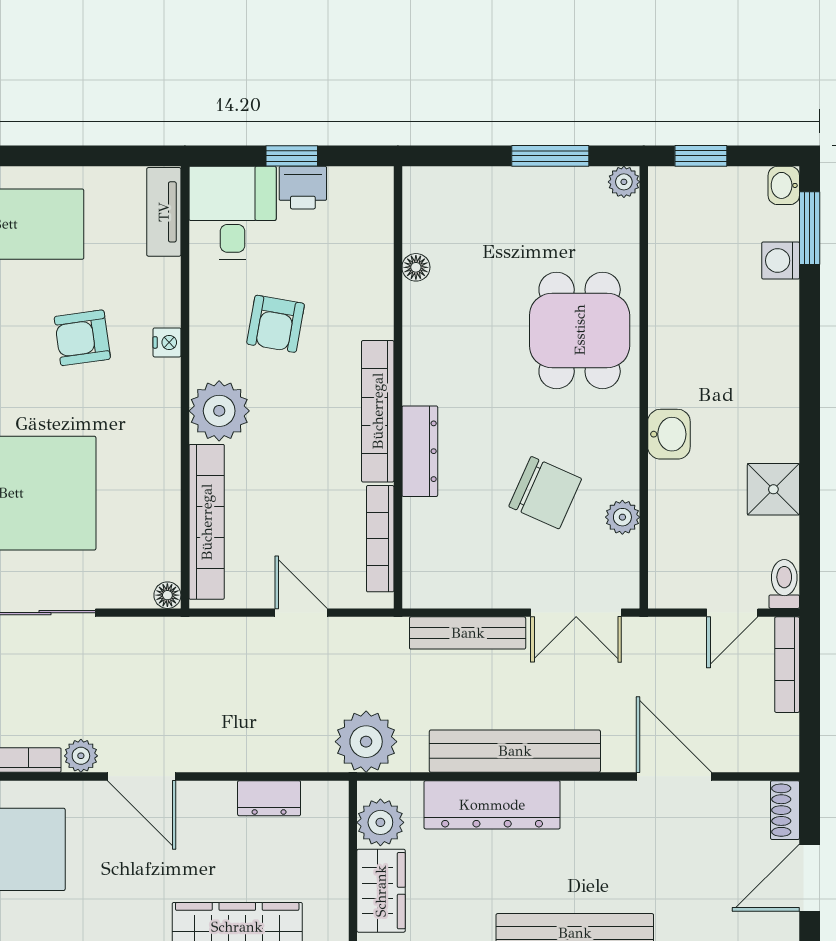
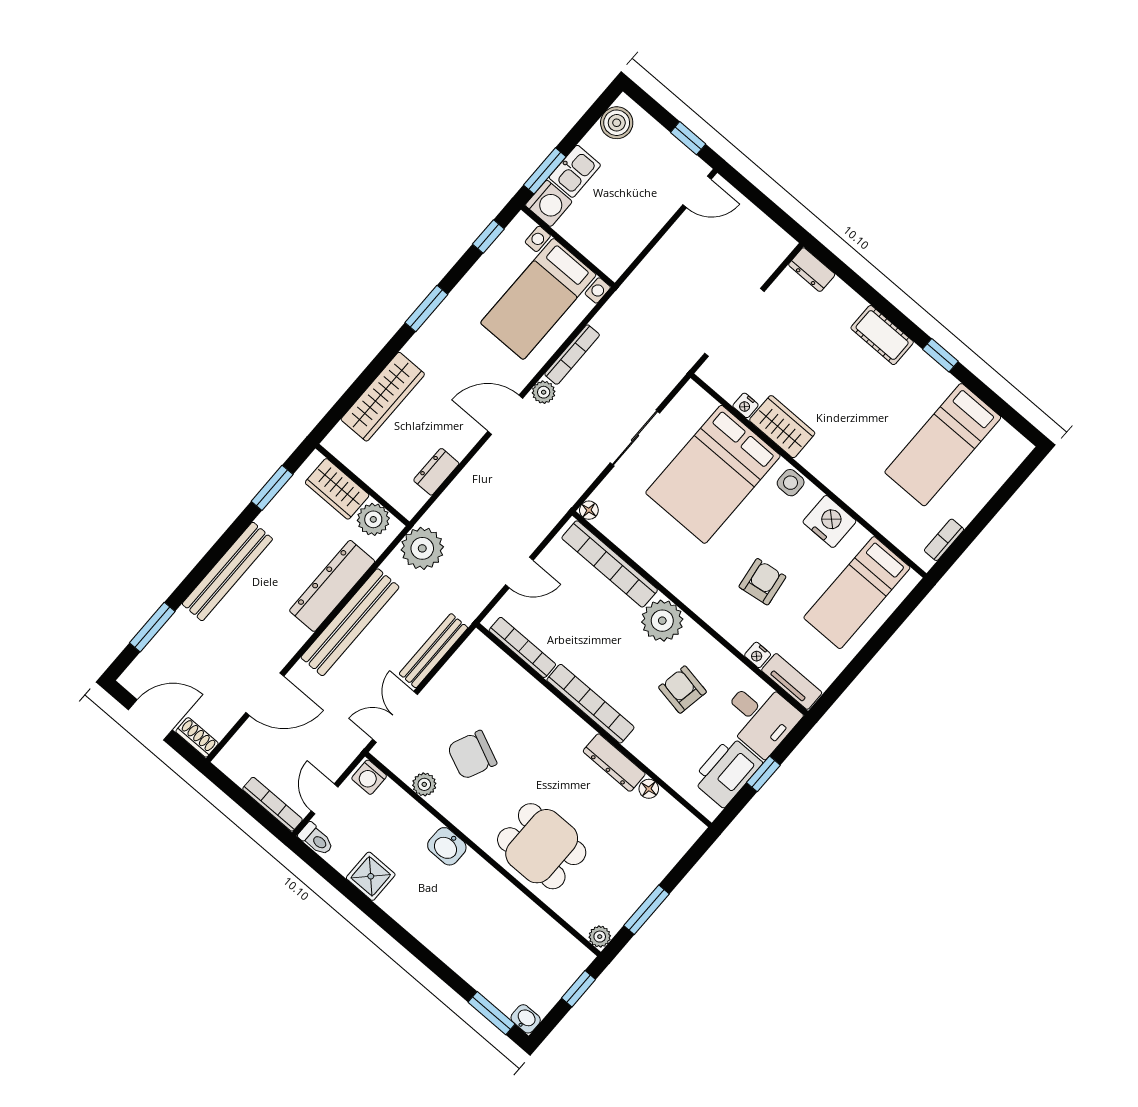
printer: (303, 188) -> (727, 772), width x1.87, depth x1.48
washing machine: (781, 261) -> (369, 777), moved, turned 180
nightstand: (167, 342) -> (758, 655), moved
dresser: (420, 451) -> (614, 763), moved
door: (810, 878) -> (150, 720), hinge flipped

